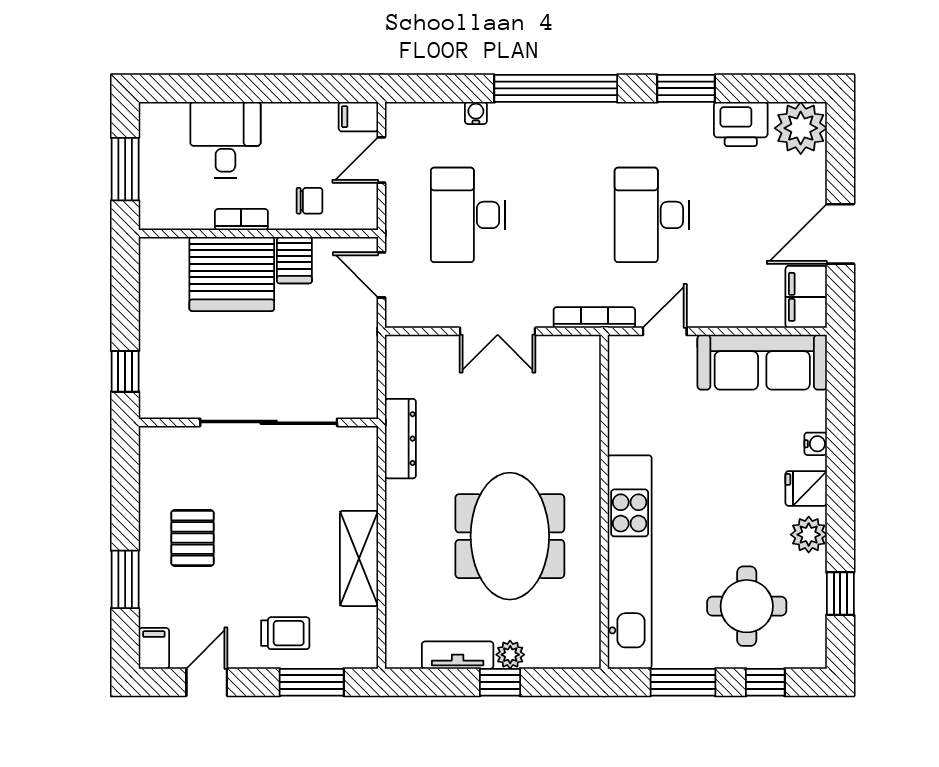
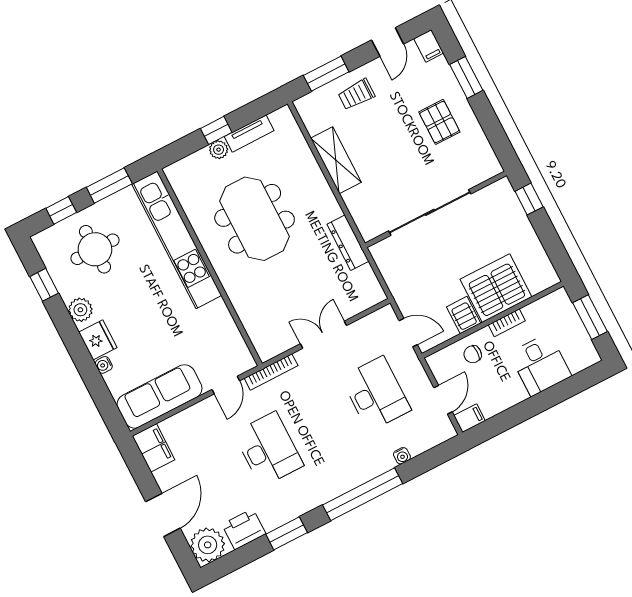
door: (840, 234) -> (163, 515), moved
fridge: (806, 488) -> (98, 340), width x1.38

